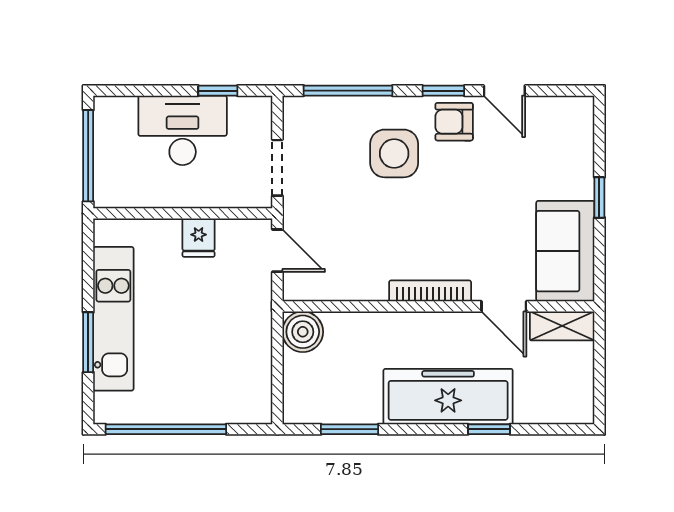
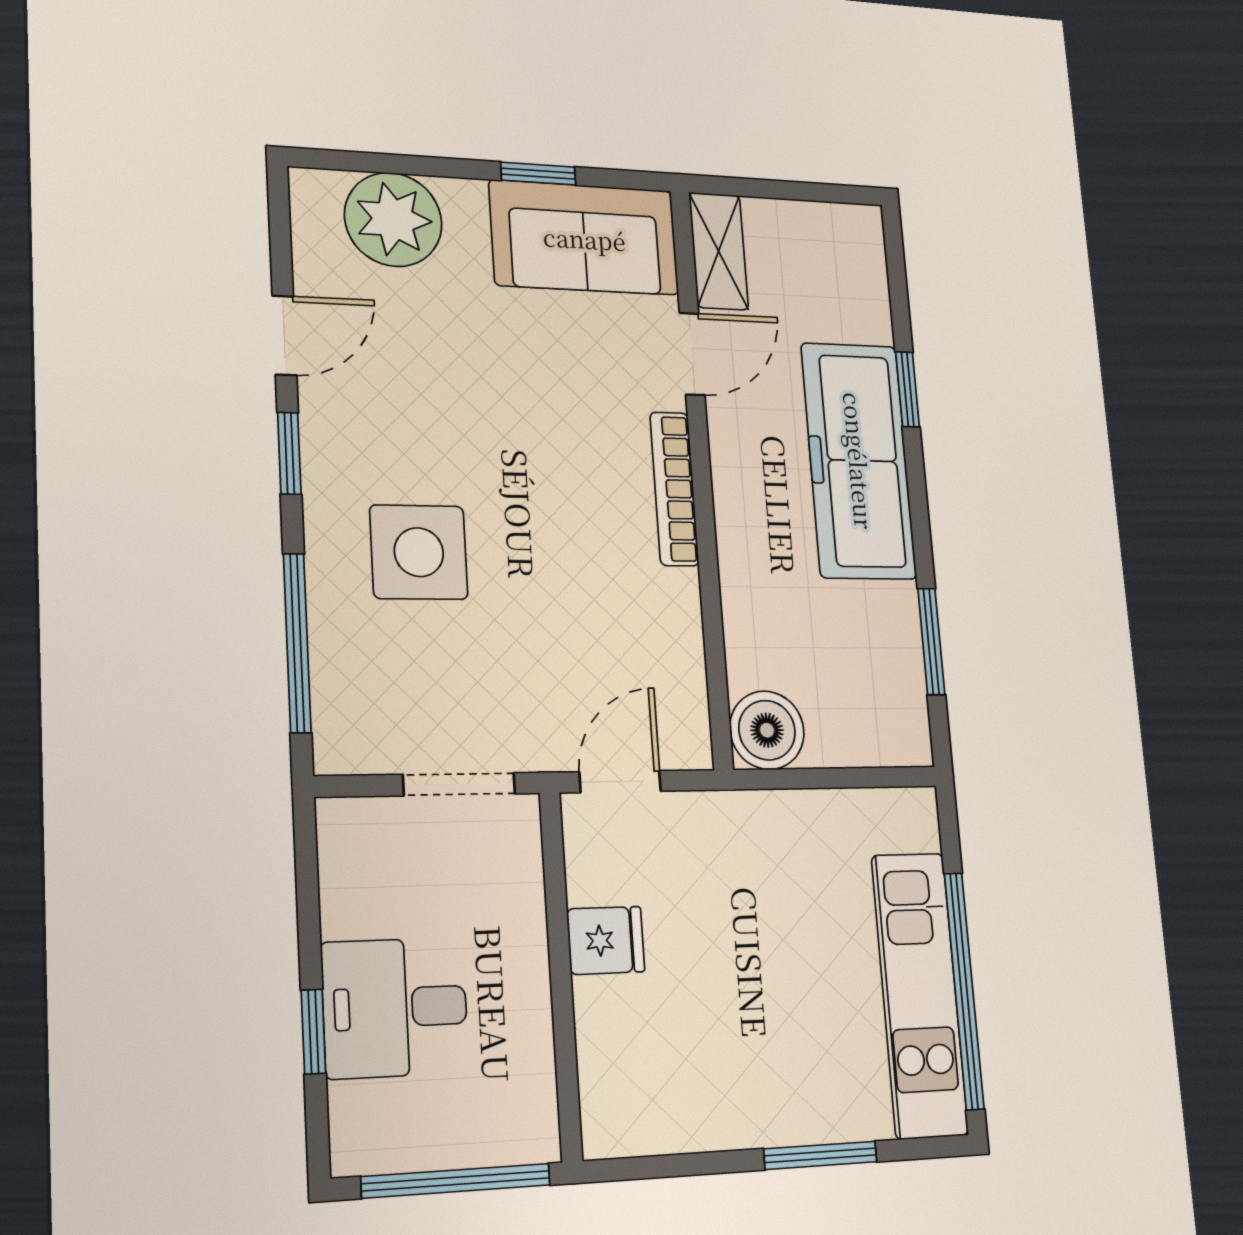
window: (218, 91) -> (313, 1032), moved
armchair: (454, 122) -> (350, 434), removed
desk: (183, 130) -> (395, 1008), width x0.73
plant: (569, 149) -> (393, 219), added
window: (599, 197) -> (538, 174), moved
kitchen unit: (113, 319) -> (920, 994), moved, turned -90

